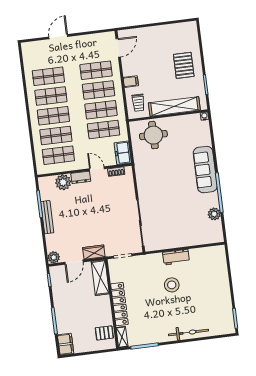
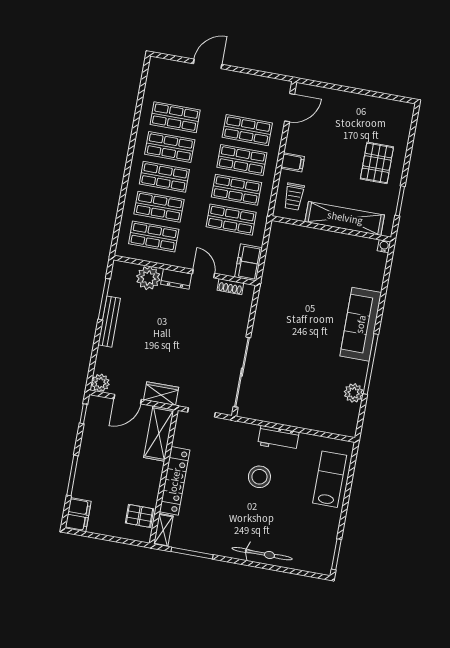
round table: (153, 135) -> (301, 250), removed
lab bench: (216, 273) -> (330, 479), added

